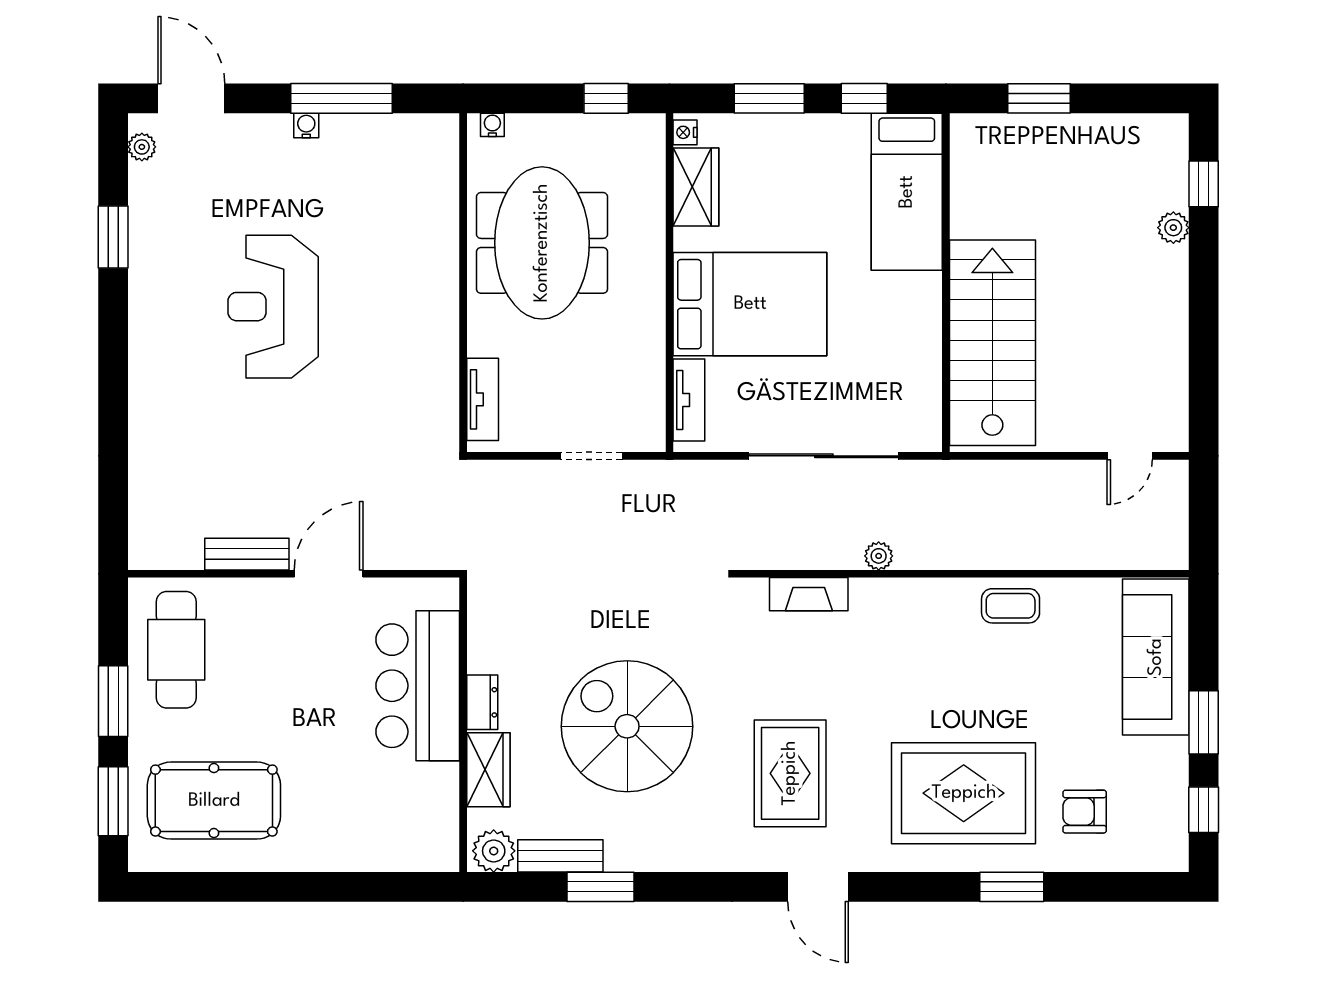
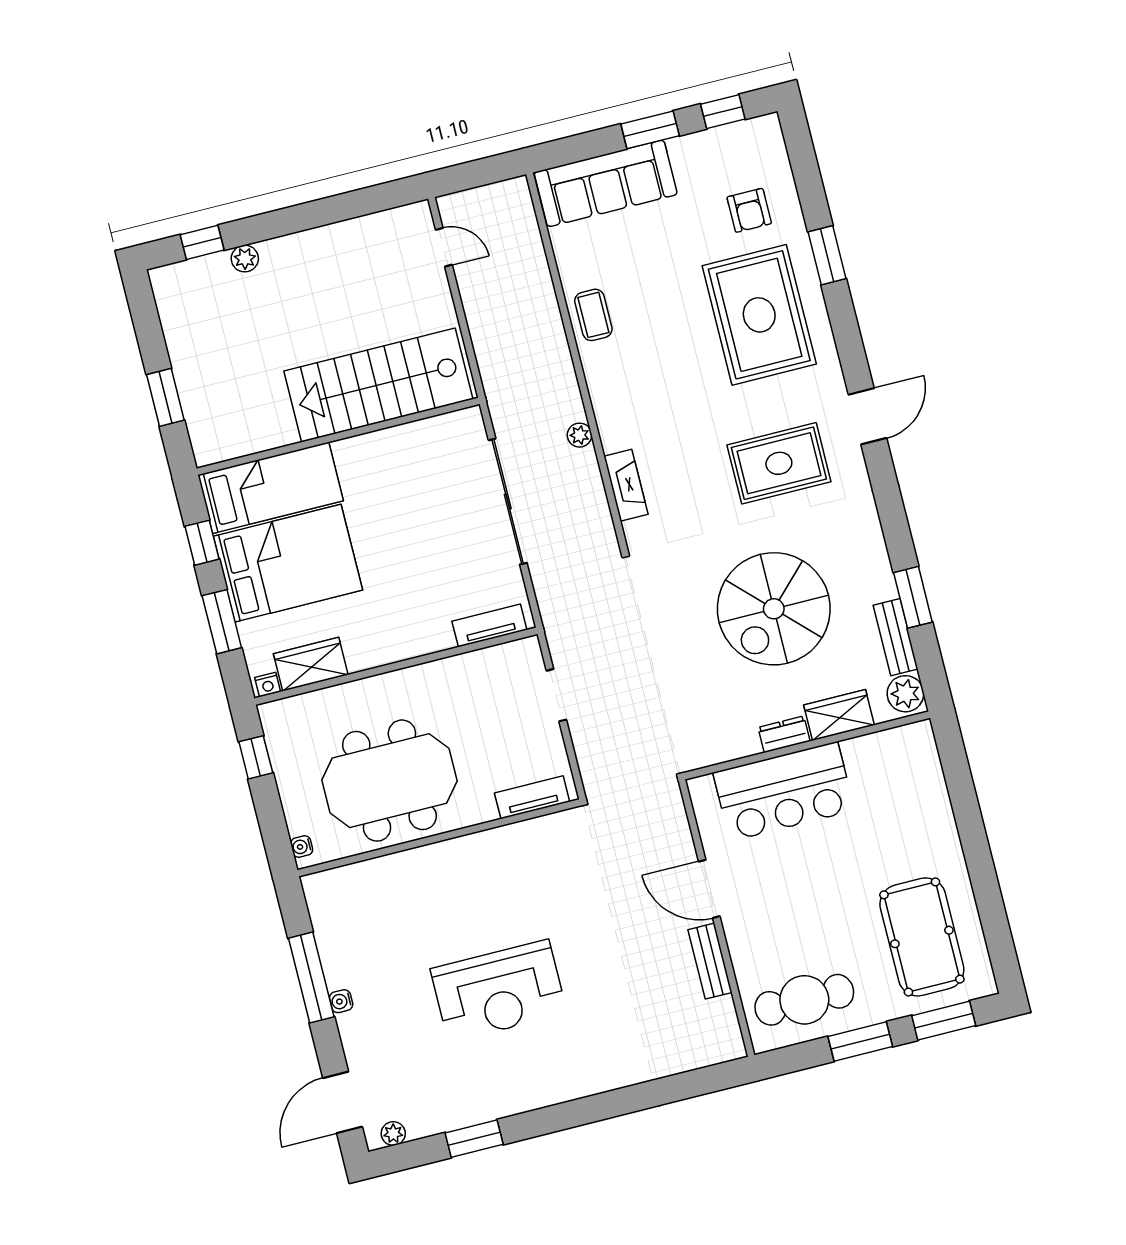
bed: (750, 304) -> (288, 563), moved, turned 90

